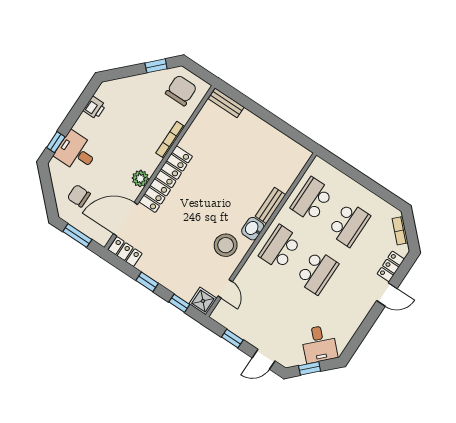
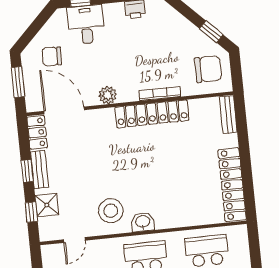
locker: (279, 142) -> (232, 185), added
locker: (166, 179) -> (152, 114), moved
chair: (79, 196) -> (52, 56), turned -88
bench: (270, 205) -> (39, 170), moved, turned 90
shower: (203, 301) -> (47, 205), moved

